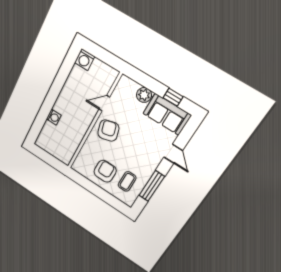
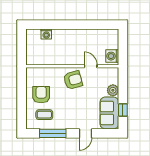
washing machine: (84, 60) -> (112, 56), moved
washing machine: (54, 117) -> (46, 34), moved
armchair: (105, 171) -> (41, 95), turned -90

